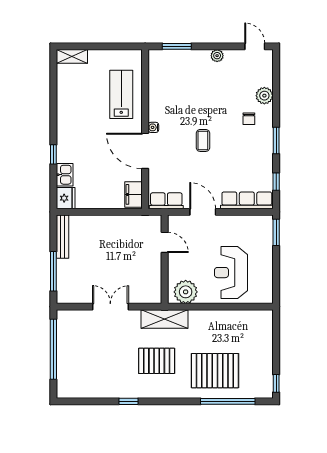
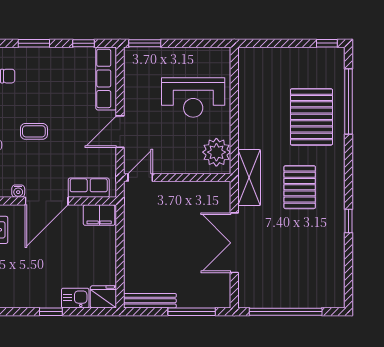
row of seats: (166, 201) -> (89, 188), moved, turned 90
door: (165, 242) -> (140, 177), moved
double door: (110, 307) -> (234, 243), width x1.37

